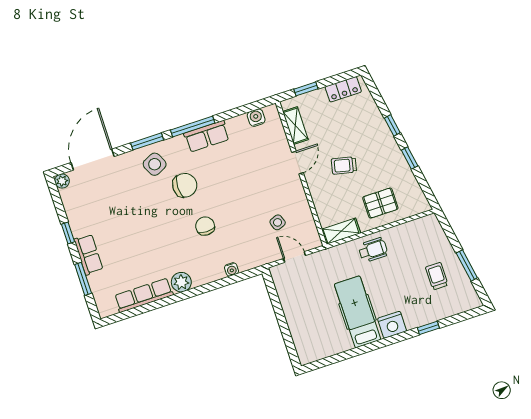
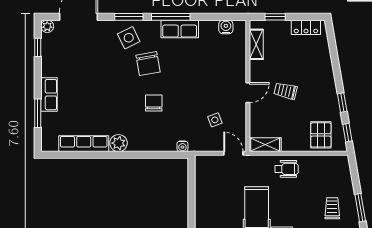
window: (392, 125) -> (347, 133), moved
door: (298, 162) -> (248, 93), moved
chair: (185, 185) -> (148, 64), turned 80
pallet: (380, 203) -> (321, 135), moved, turned 90
window: (68, 233) -> (38, 47), moved
door: (295, 257) -> (233, 153), moved
water cooler: (232, 269) -> (182, 146), moved

